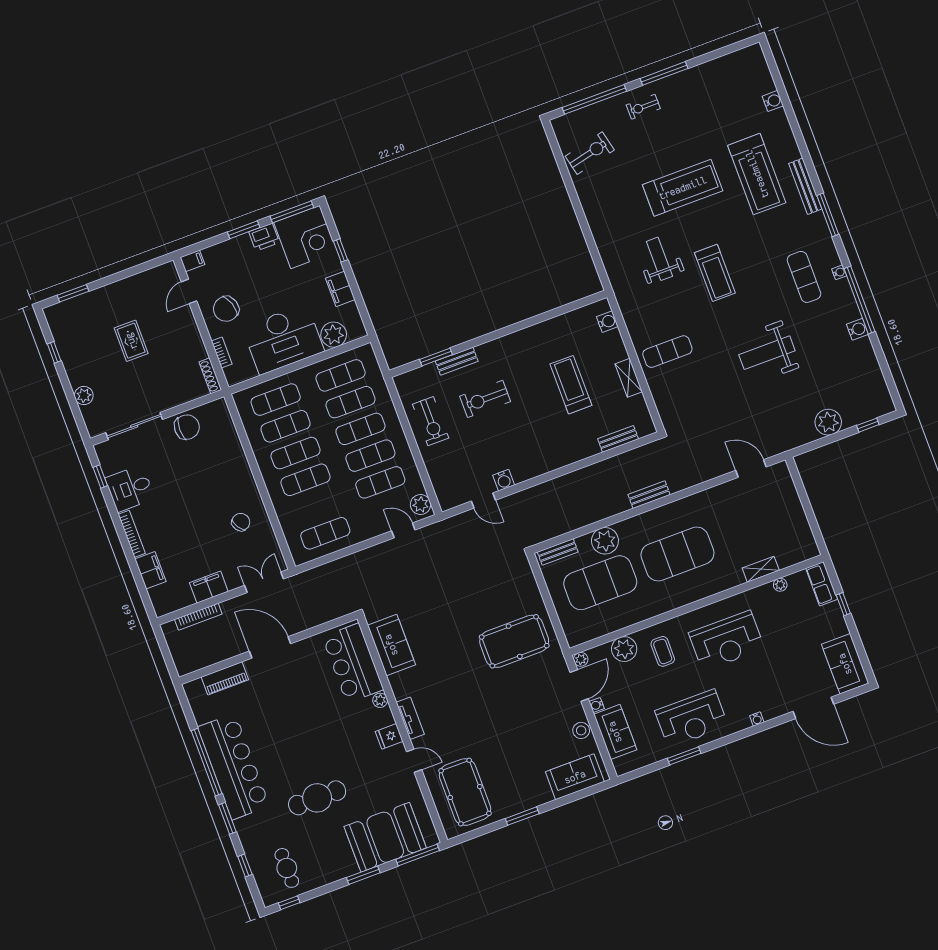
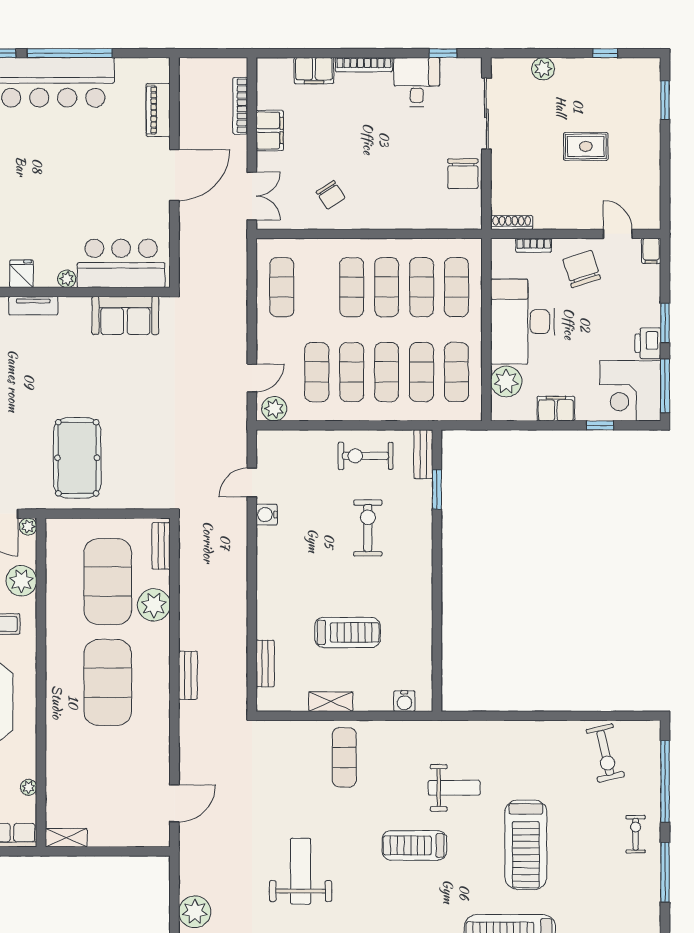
bench: (457, 361) -> (423, 454), moved
shelving: (761, 569) -> (66, 838), moved, turned 90

